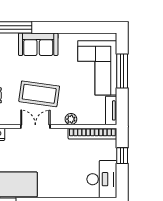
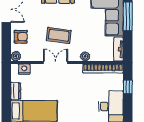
coffee table: (39, 94) -> (59, 35), width x0.73, depth x0.76

